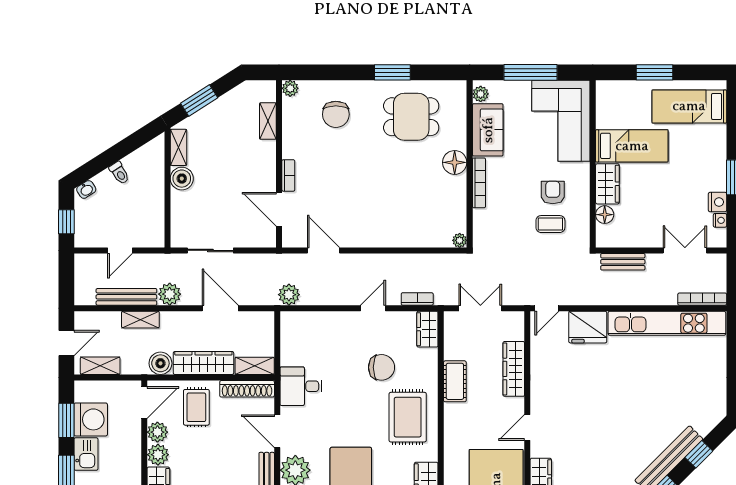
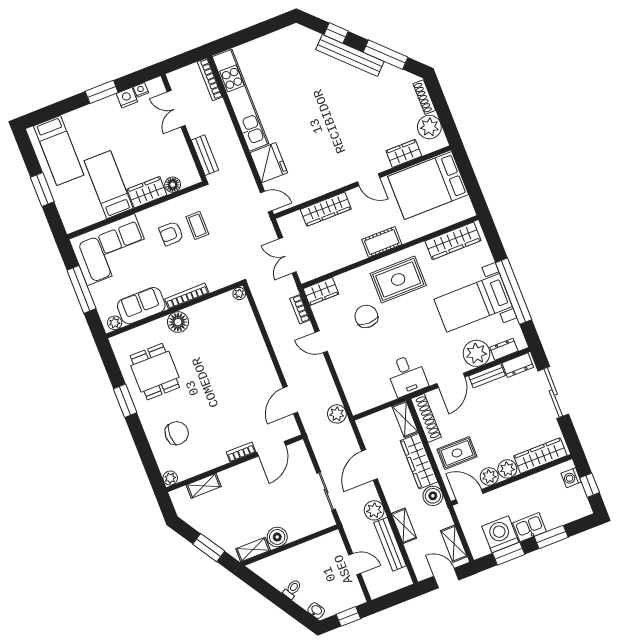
cot: (455, 381) -> (382, 242), moved

